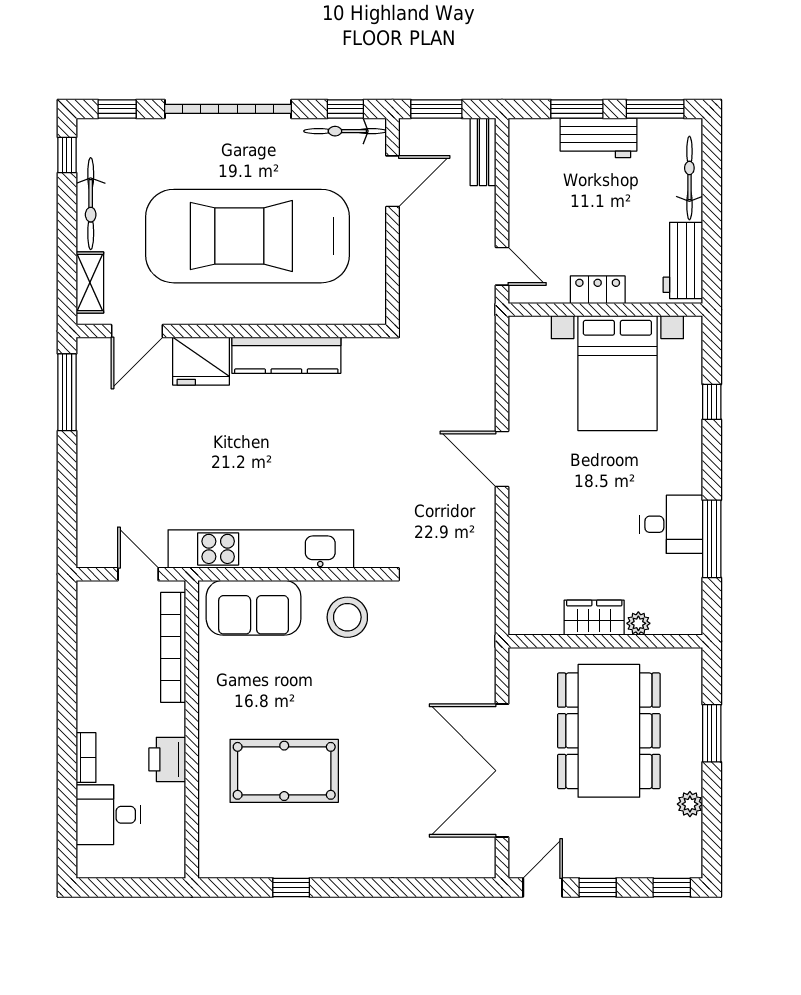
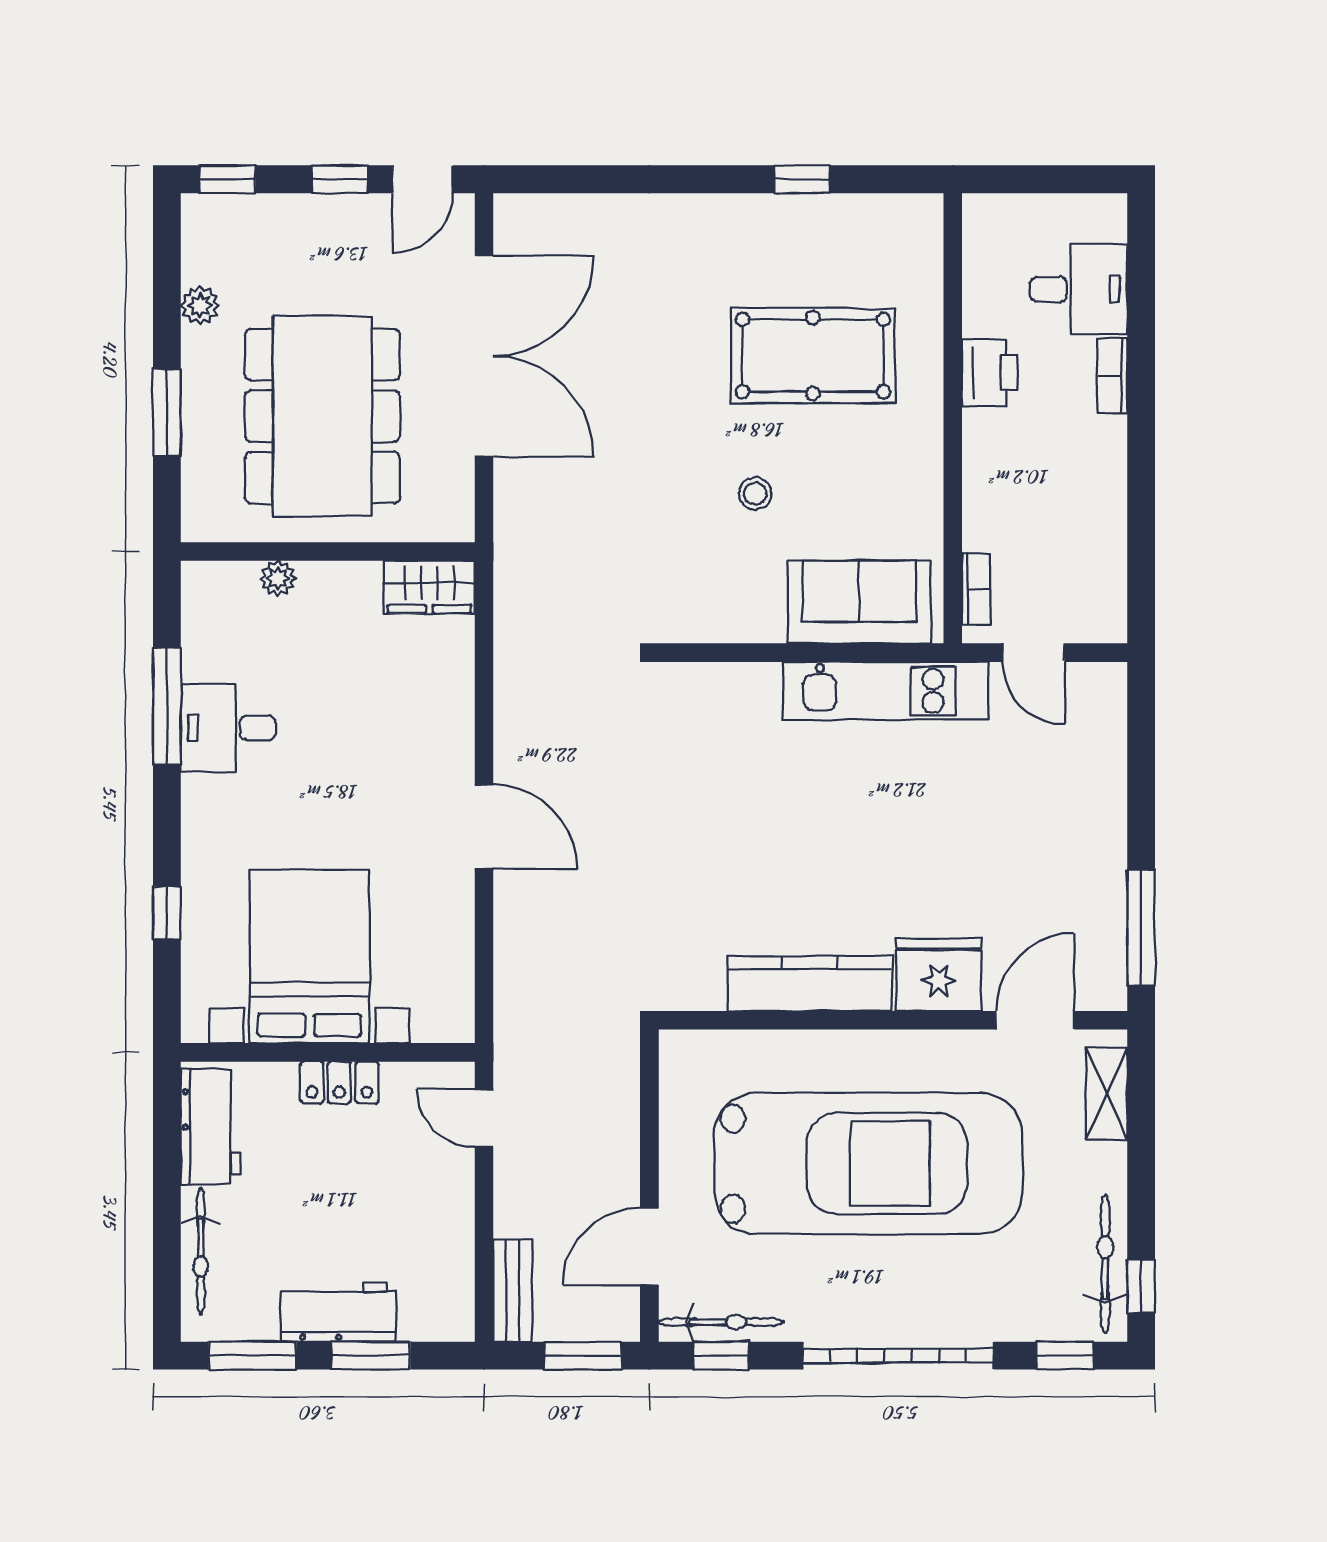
bicycle: (91, 204) -> (1105, 1264), moved
kitchen unit: (261, 549) -> (886, 691), width x0.73
stool: (347, 617) -> (755, 494), moved, width x0.53, depth x0.53
wardrobe: (594, 618) -> (429, 587), moved
bookcase: (173, 647) -> (976, 589), width x0.43, depth x0.76

